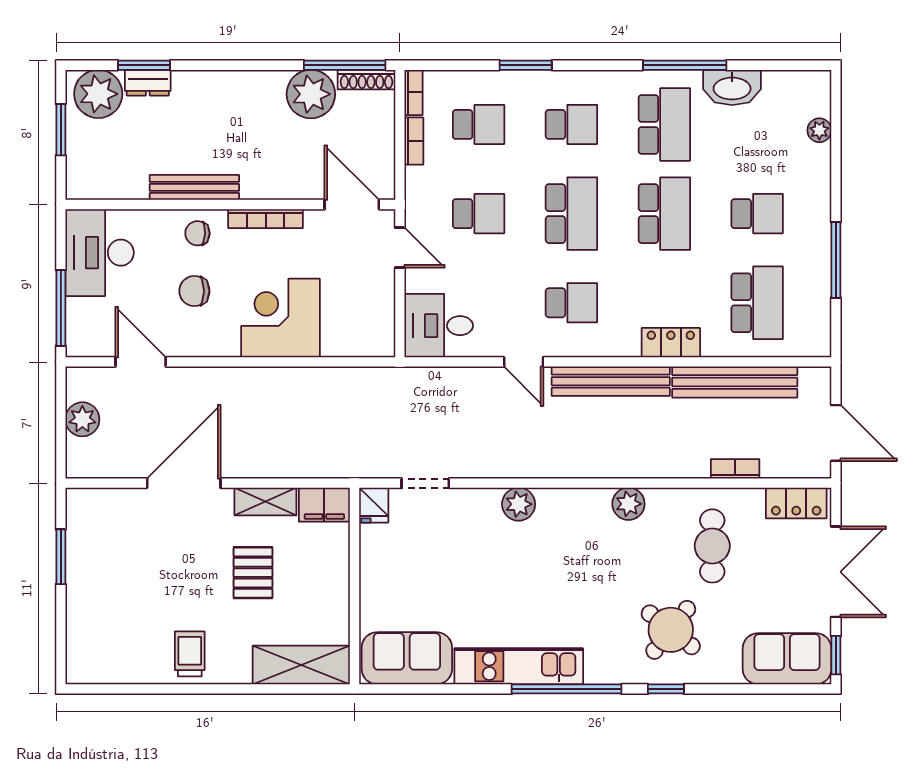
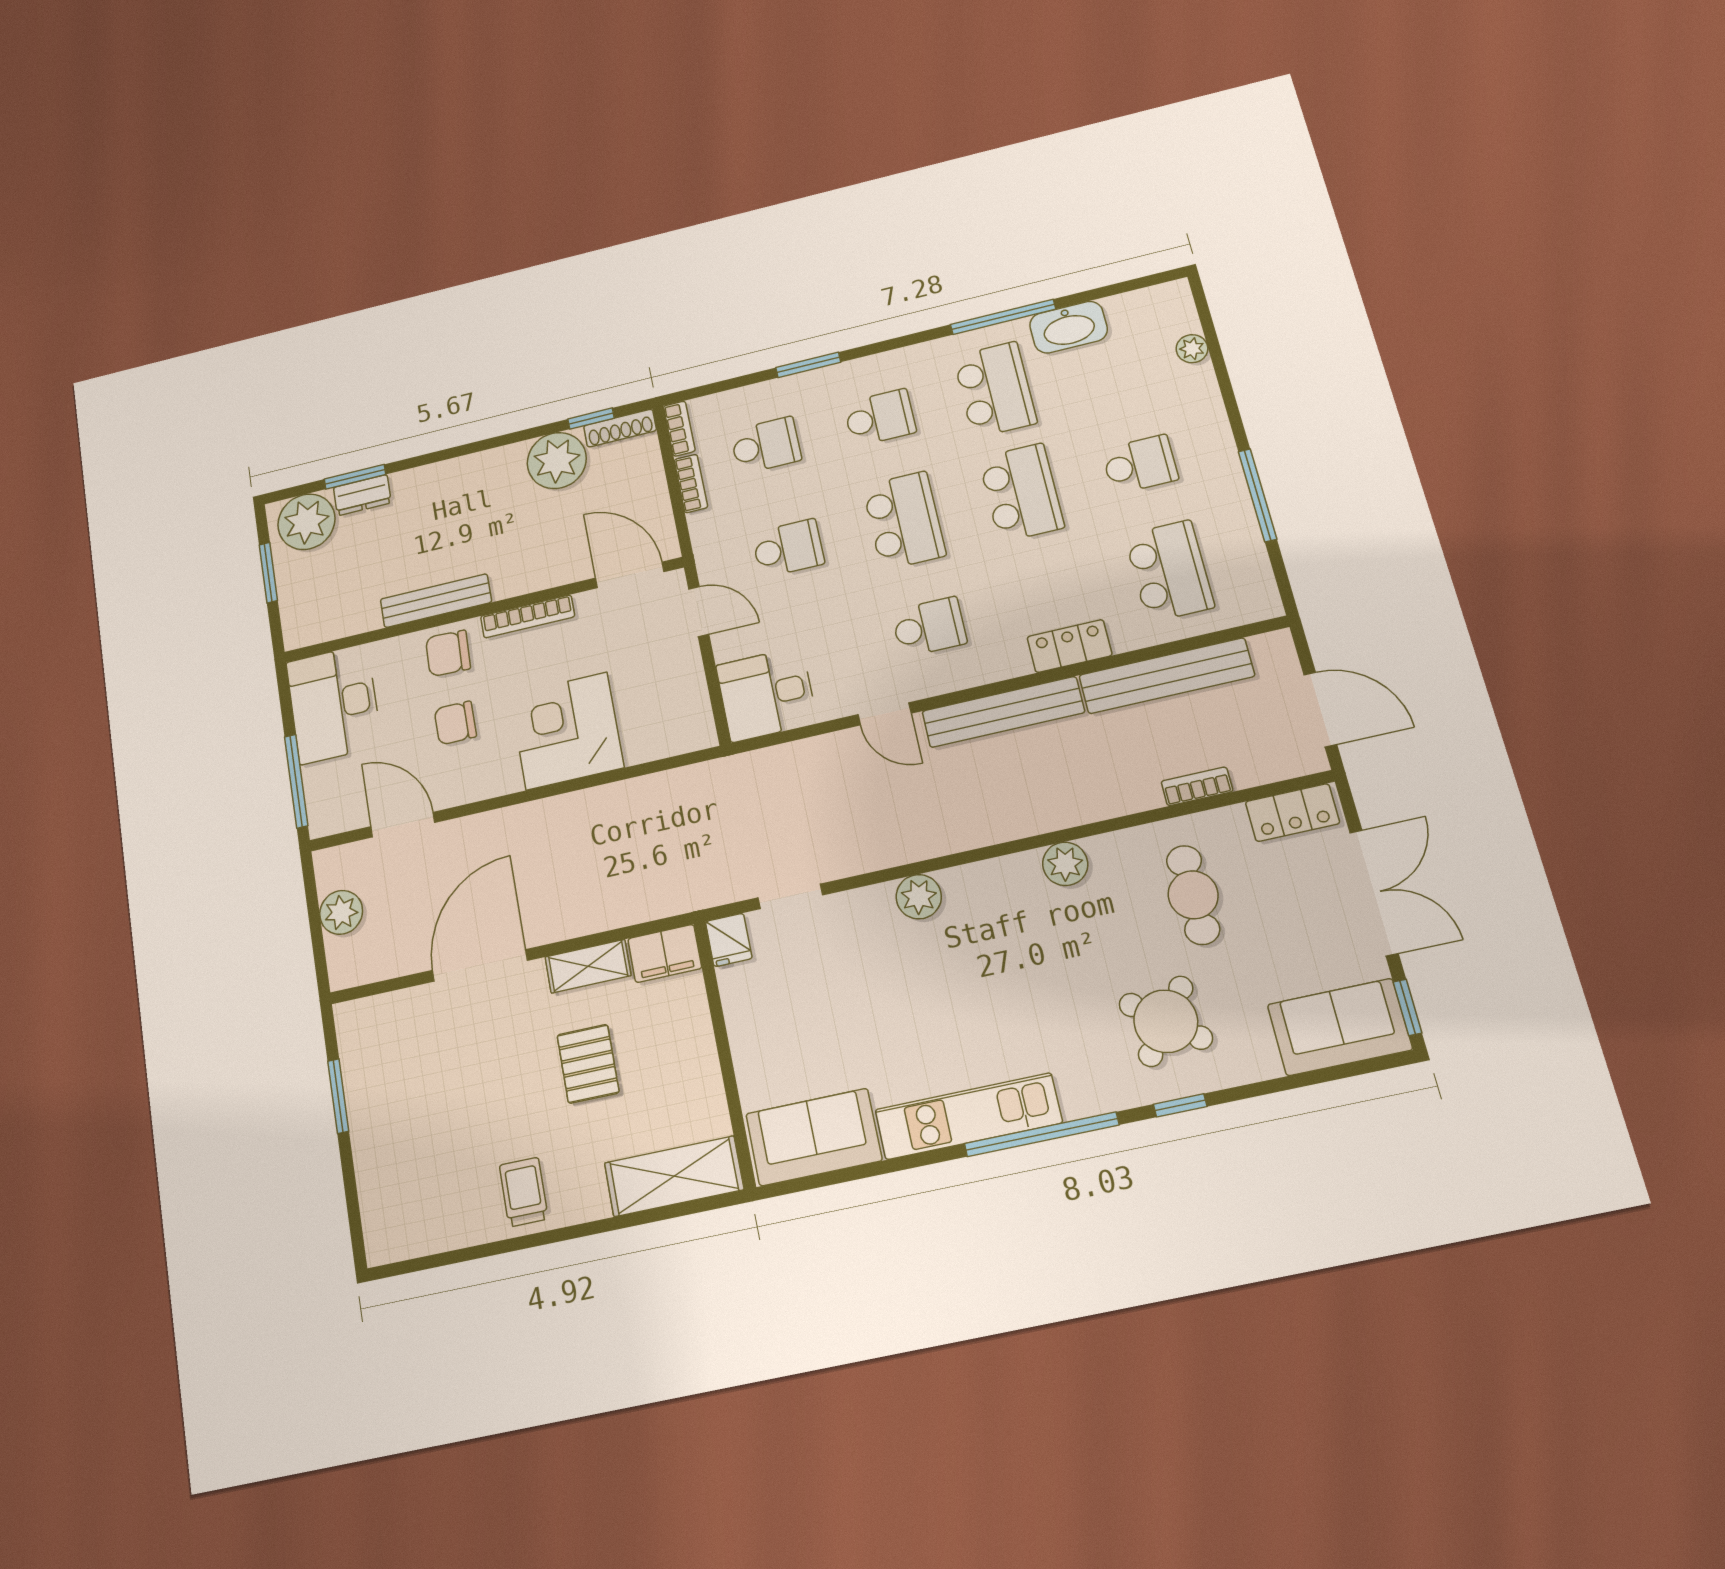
window: (345, 65) -> (591, 419), width x0.46
chair: (197, 233) -> (448, 653), width x1.37, depth x1.37

